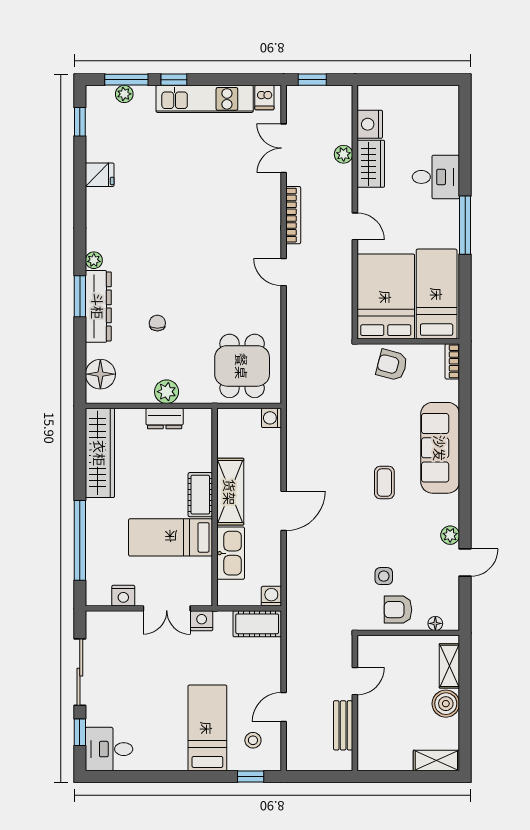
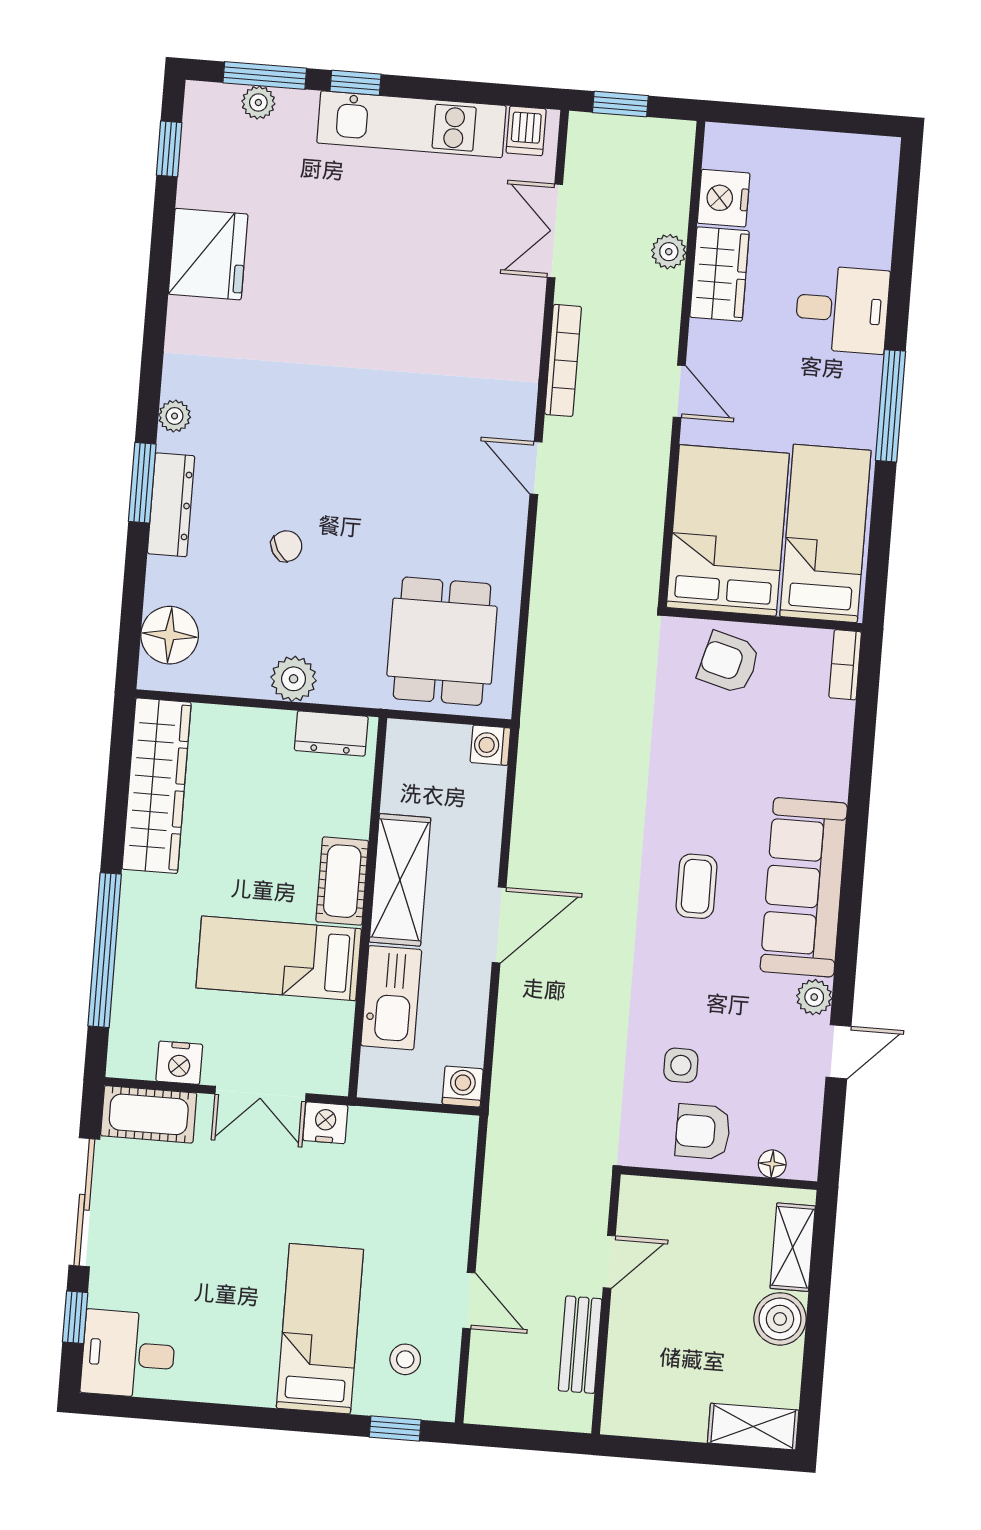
fridge: (100, 175) -> (208, 254), width x1.88, depth x1.34
dresser: (98, 306) -> (171, 505), width x0.73, depth x0.80
chair: (157, 323) -> (286, 546), turned 59
dresser: (165, 418) -> (331, 733), moved
sofa: (440, 448) -> (804, 887), moved
cot: (257, 624) -> (149, 1114), moved
door: (284, 707) -> (469, 1301), swing flipped

